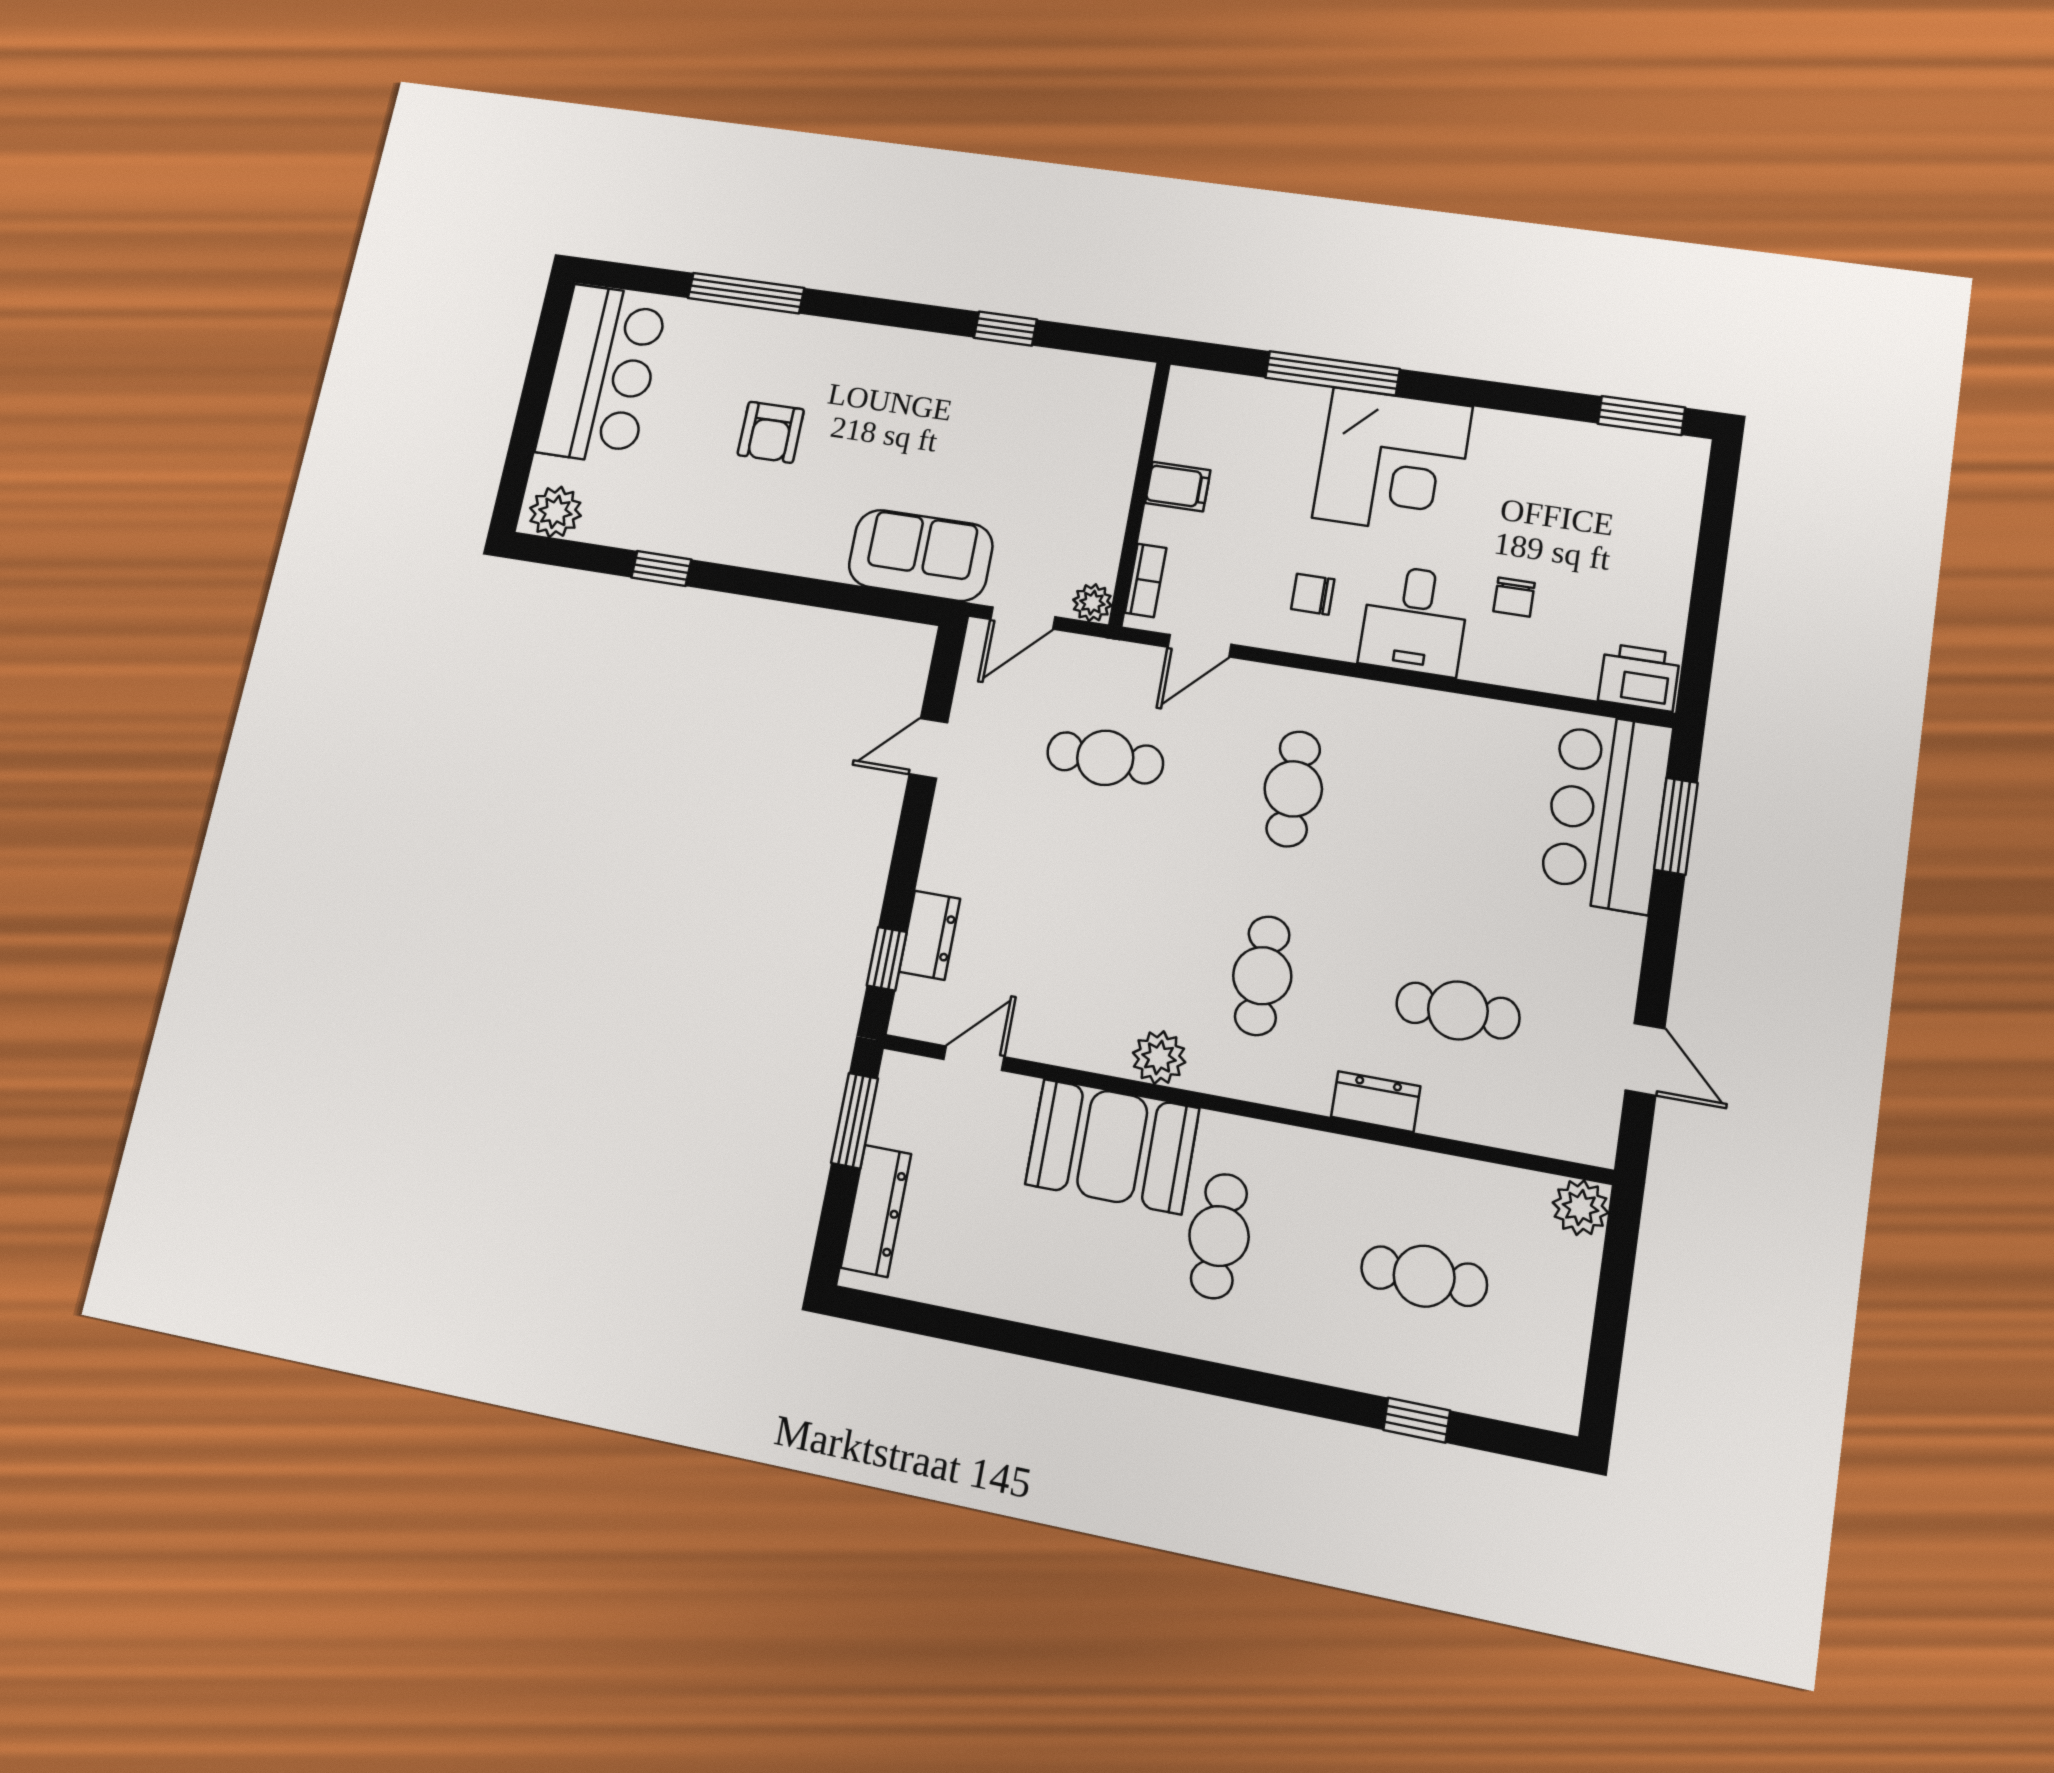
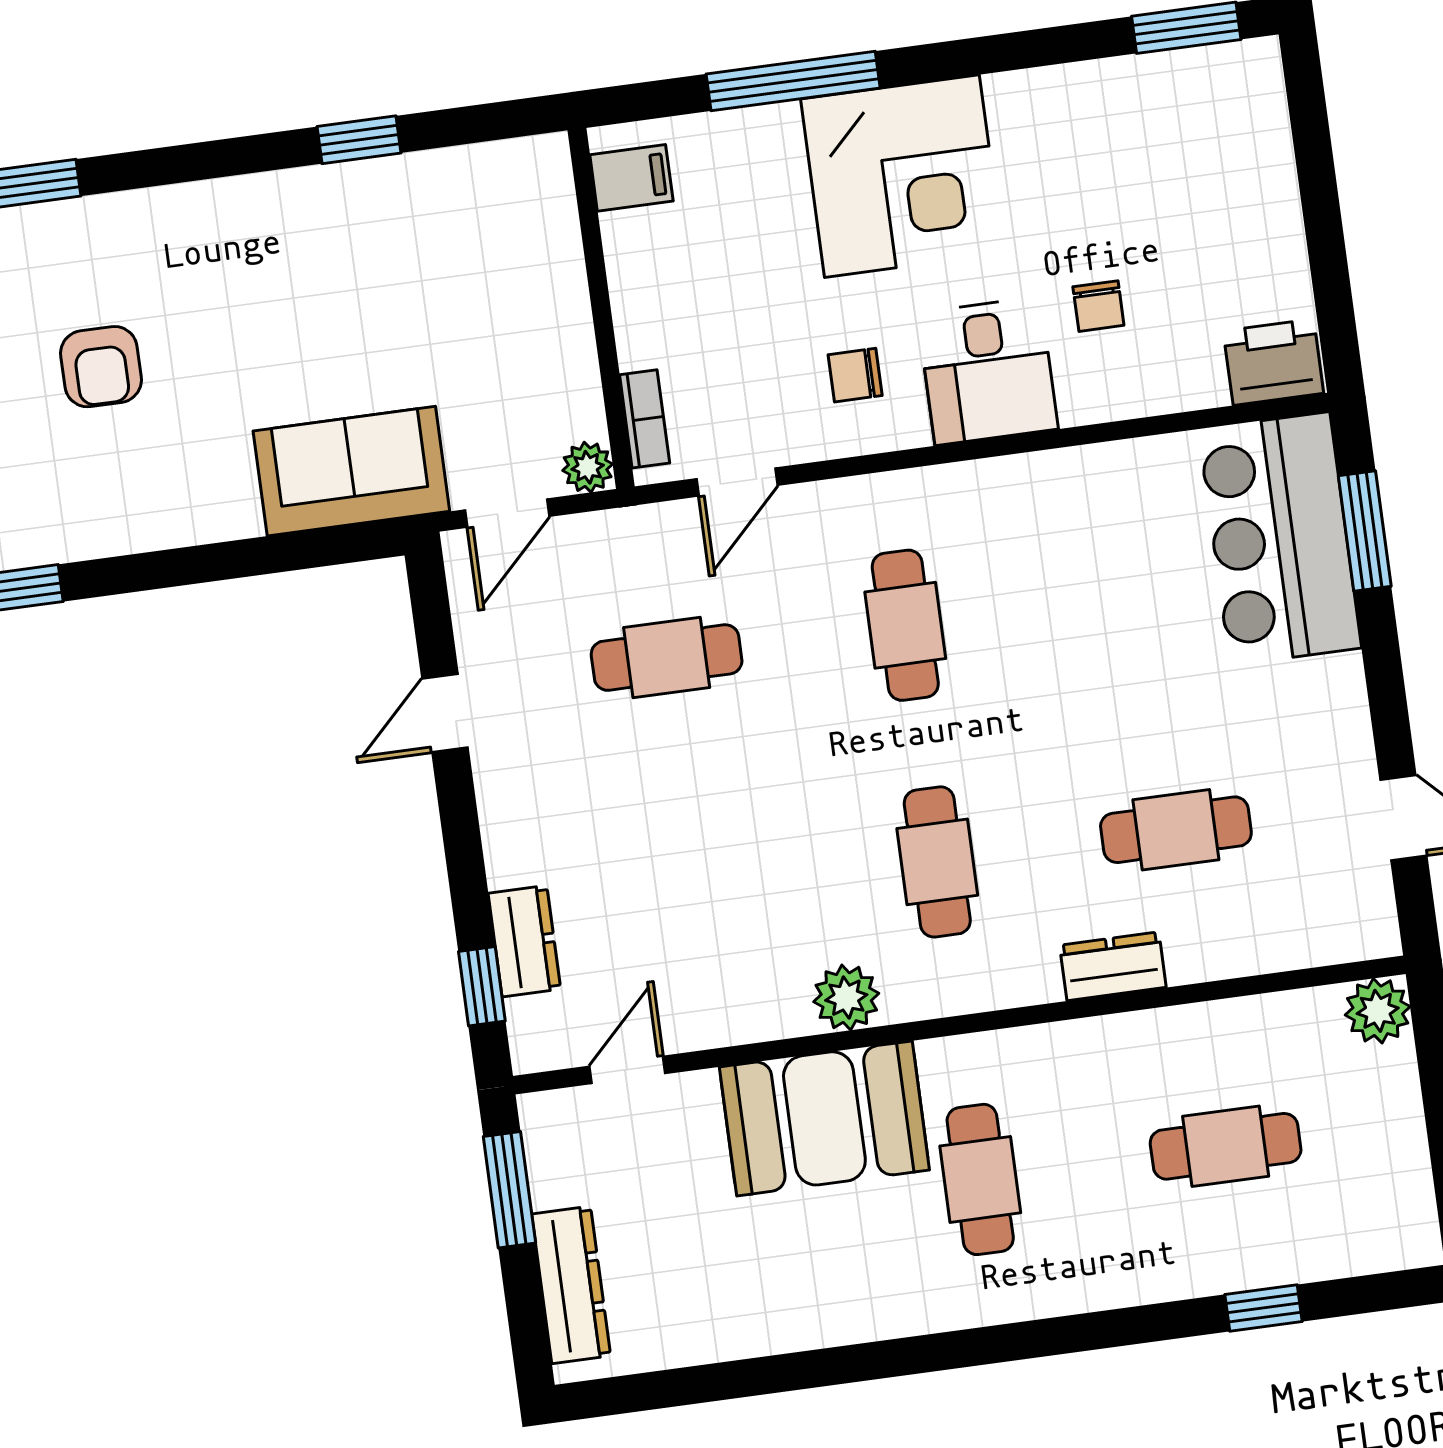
filing cabinet: (1178, 487) -> (631, 178), moved

